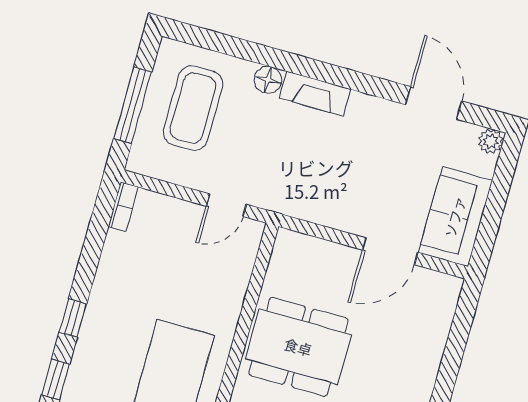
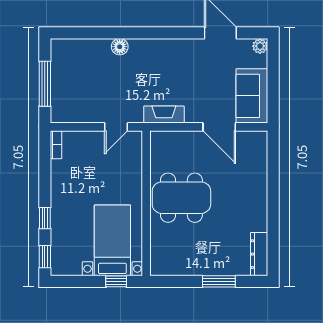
fireplace: (315, 94) -> (164, 115), moved, turned 180
coffee table: (193, 108) -> (81, 76), removed
door: (390, 251) -> (219, 127), hinge flipped

